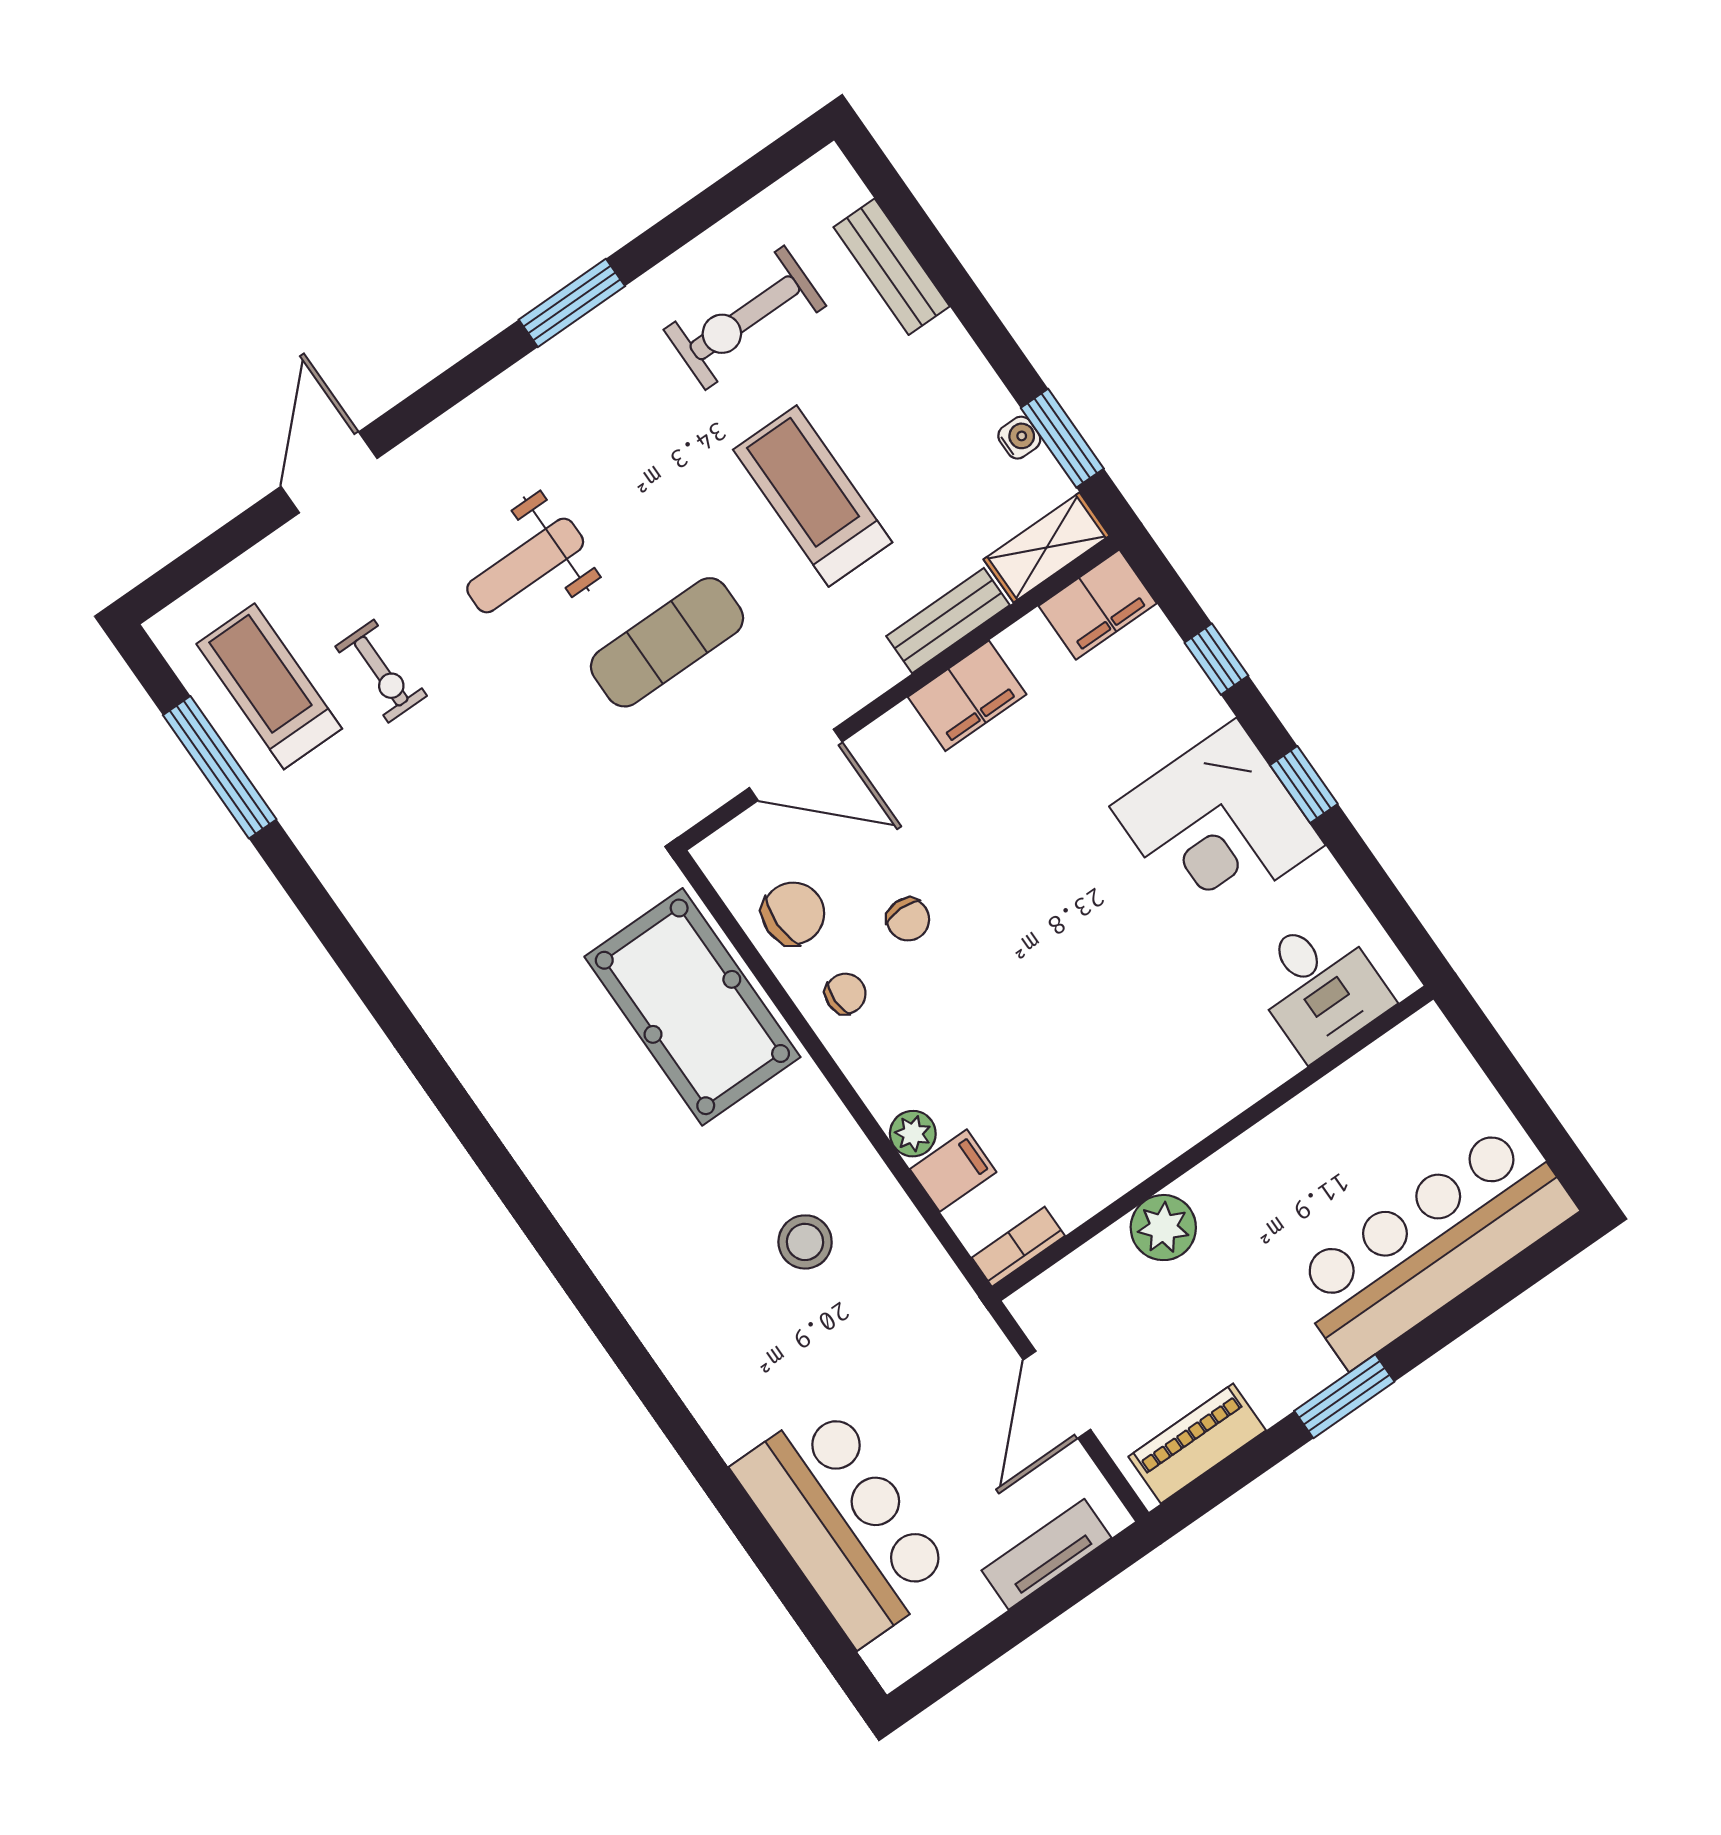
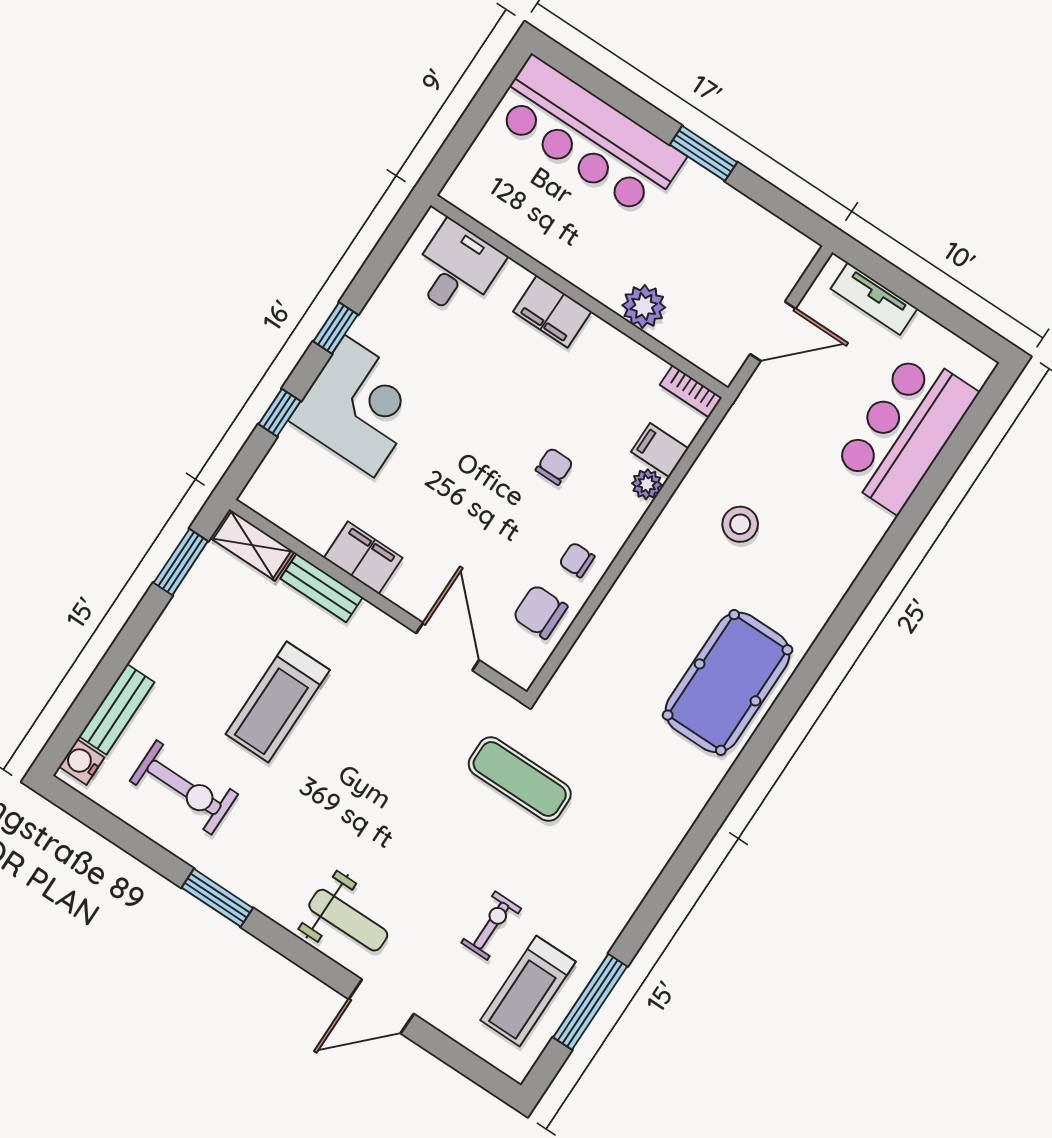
water cooler: (1019, 438) -> (82, 762), moved, width x1.38, depth x1.38
weight bench: (525, 565) -> (348, 920), moved
filing cabinet: (1098, 605) -> (552, 312), moved, turned 180
exercise mat: (667, 642) -> (520, 779), moved
corner desk: (1217, 826) -> (359, 406), moved
chair: (908, 919) -> (554, 466), moved
pool table: (692, 1007) -> (728, 682), moved
piano: (1197, 1443) -> (769, 233), removed

